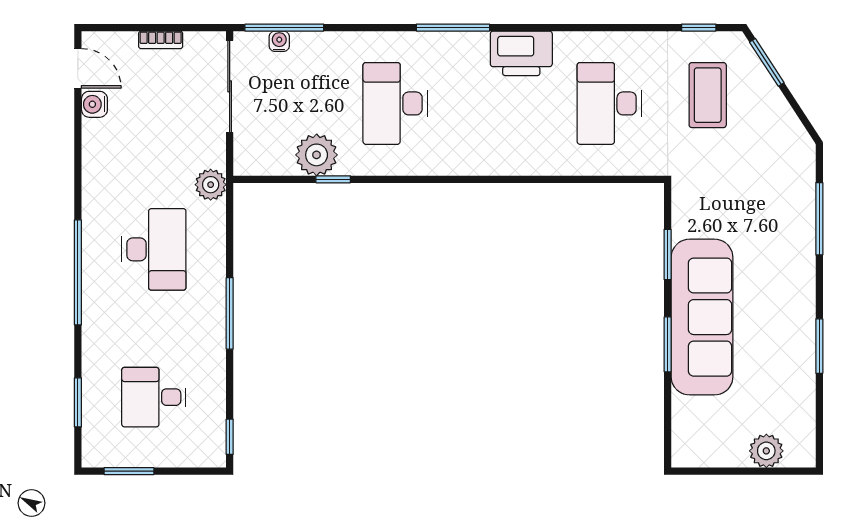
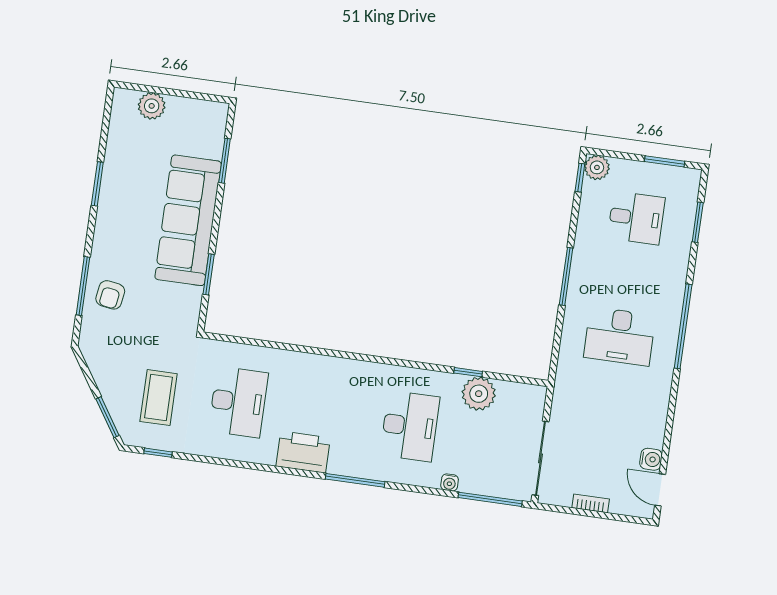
water cooler: (279, 41) -> (450, 482), moved
plant: (211, 185) -> (597, 167), moved
armchair: (784, 212) -> (110, 295), added
desk: (154, 249) -> (620, 336), turned -90
window: (668, 344) -> (225, 161), moved

